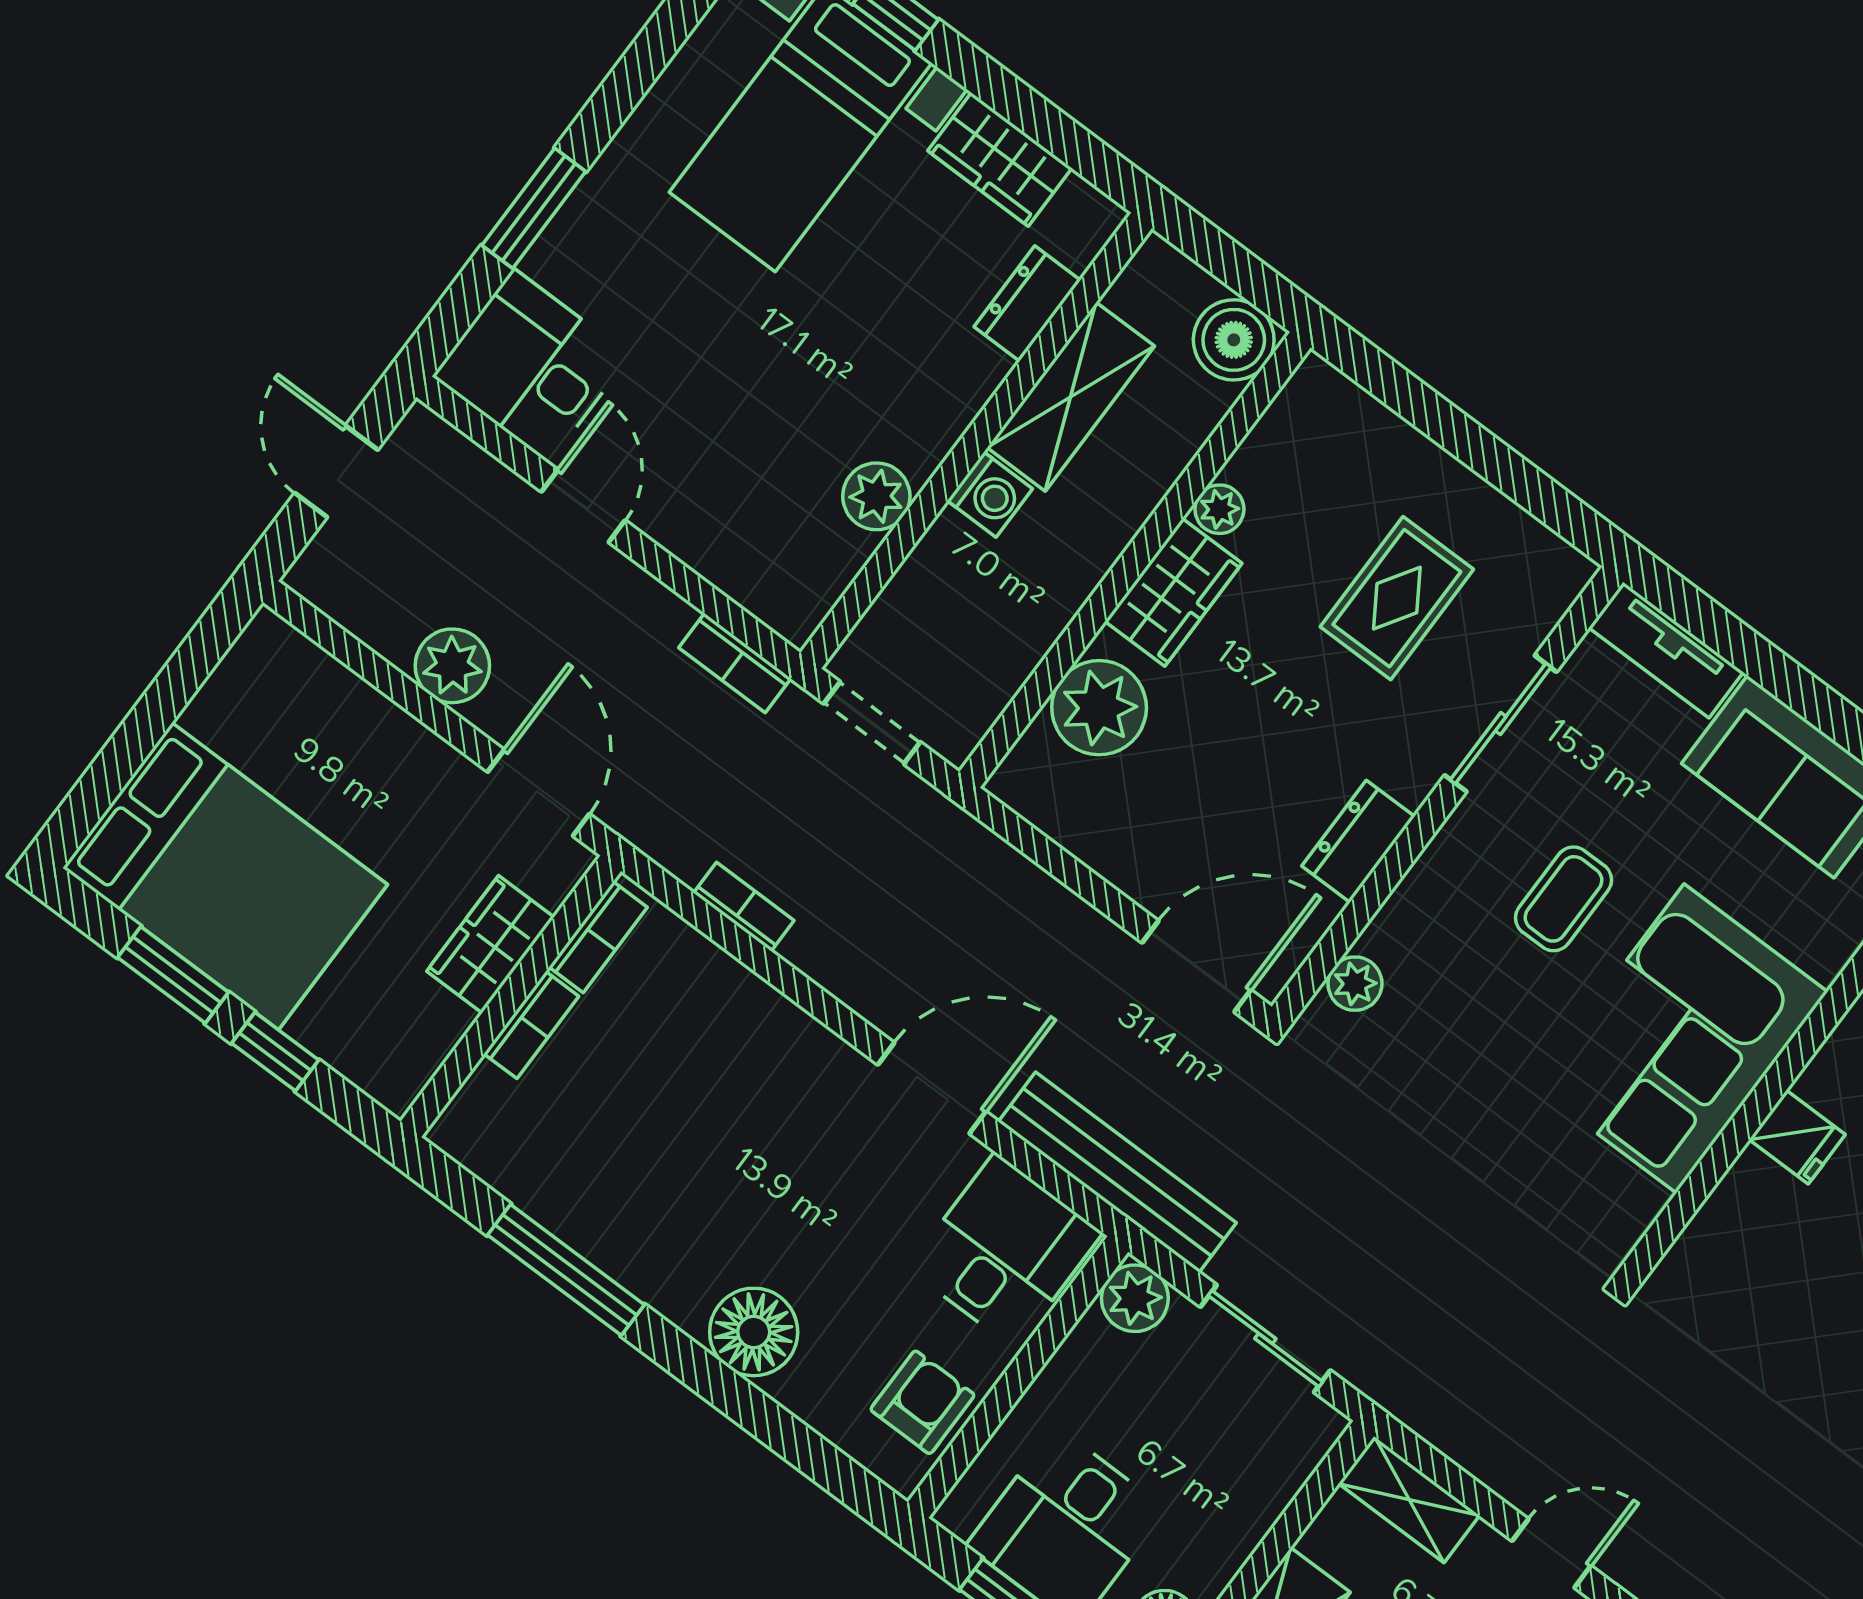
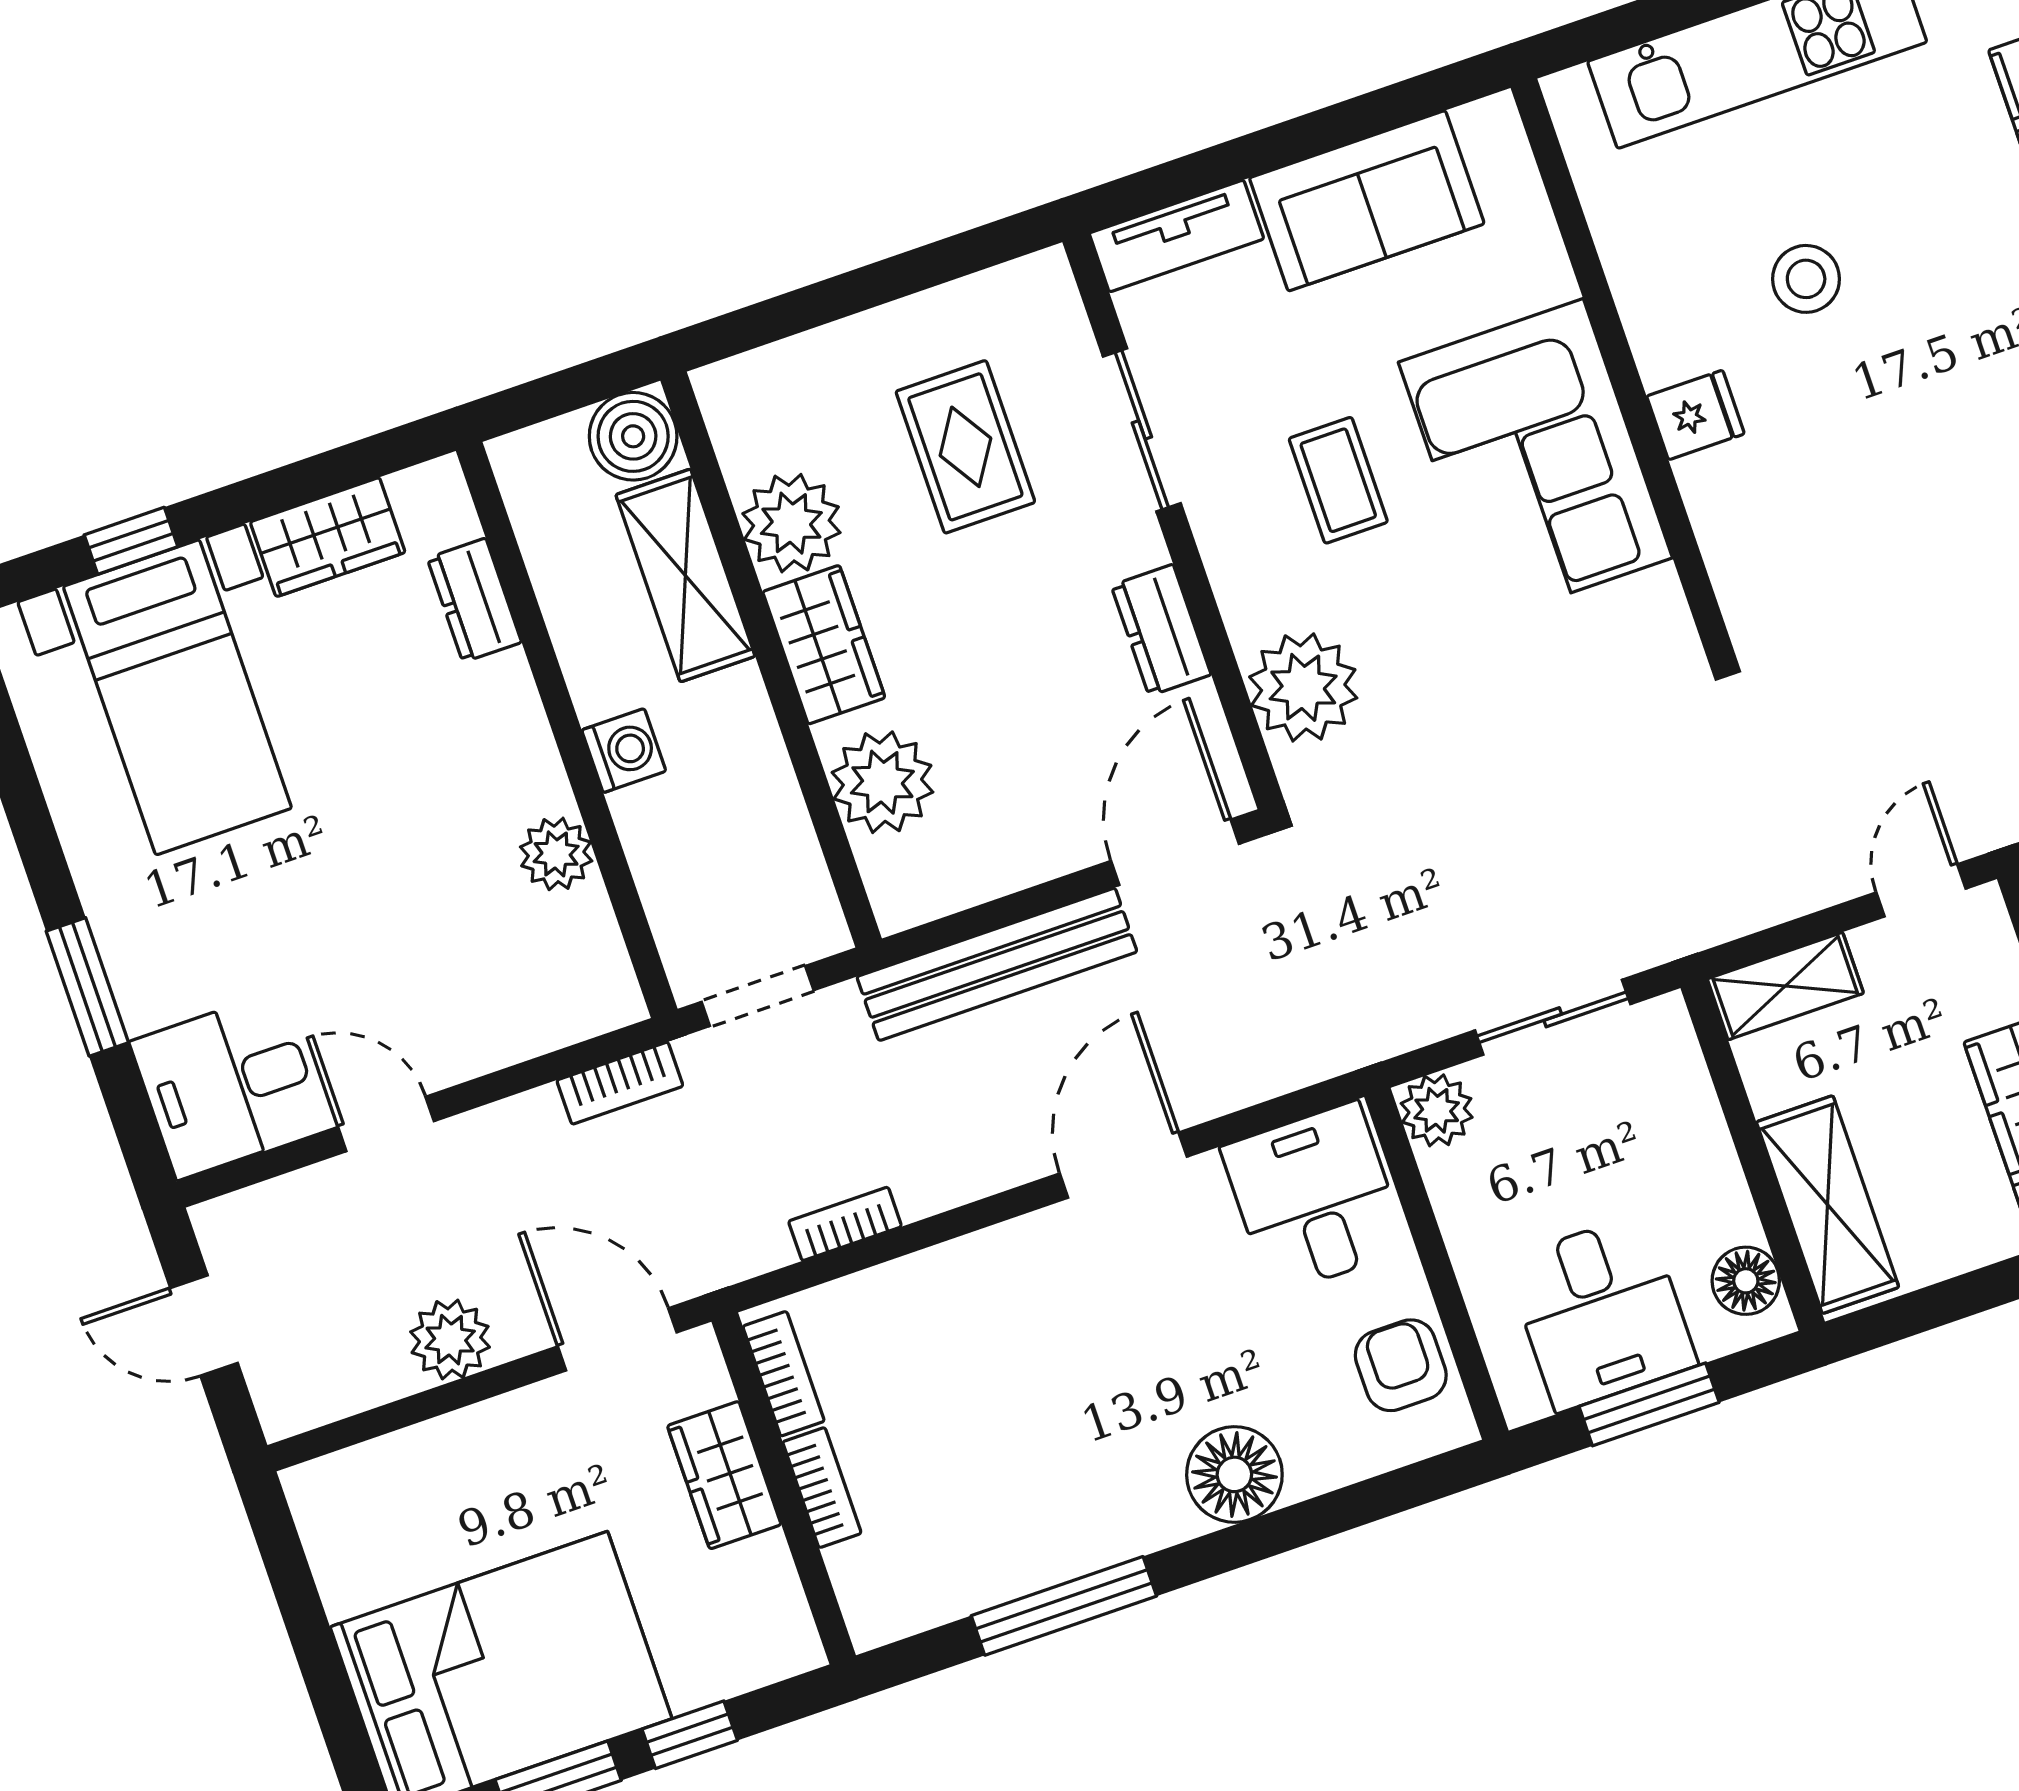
shelving: (1071, 397) -> (685, 575), moved
plant: (1219, 509) -> (791, 523), width x1.88, depth x1.88
plant: (1355, 984) -> (1303, 687), width x1.87, depth x1.87
bench: (1117, 1172) -> (997, 964), moved

